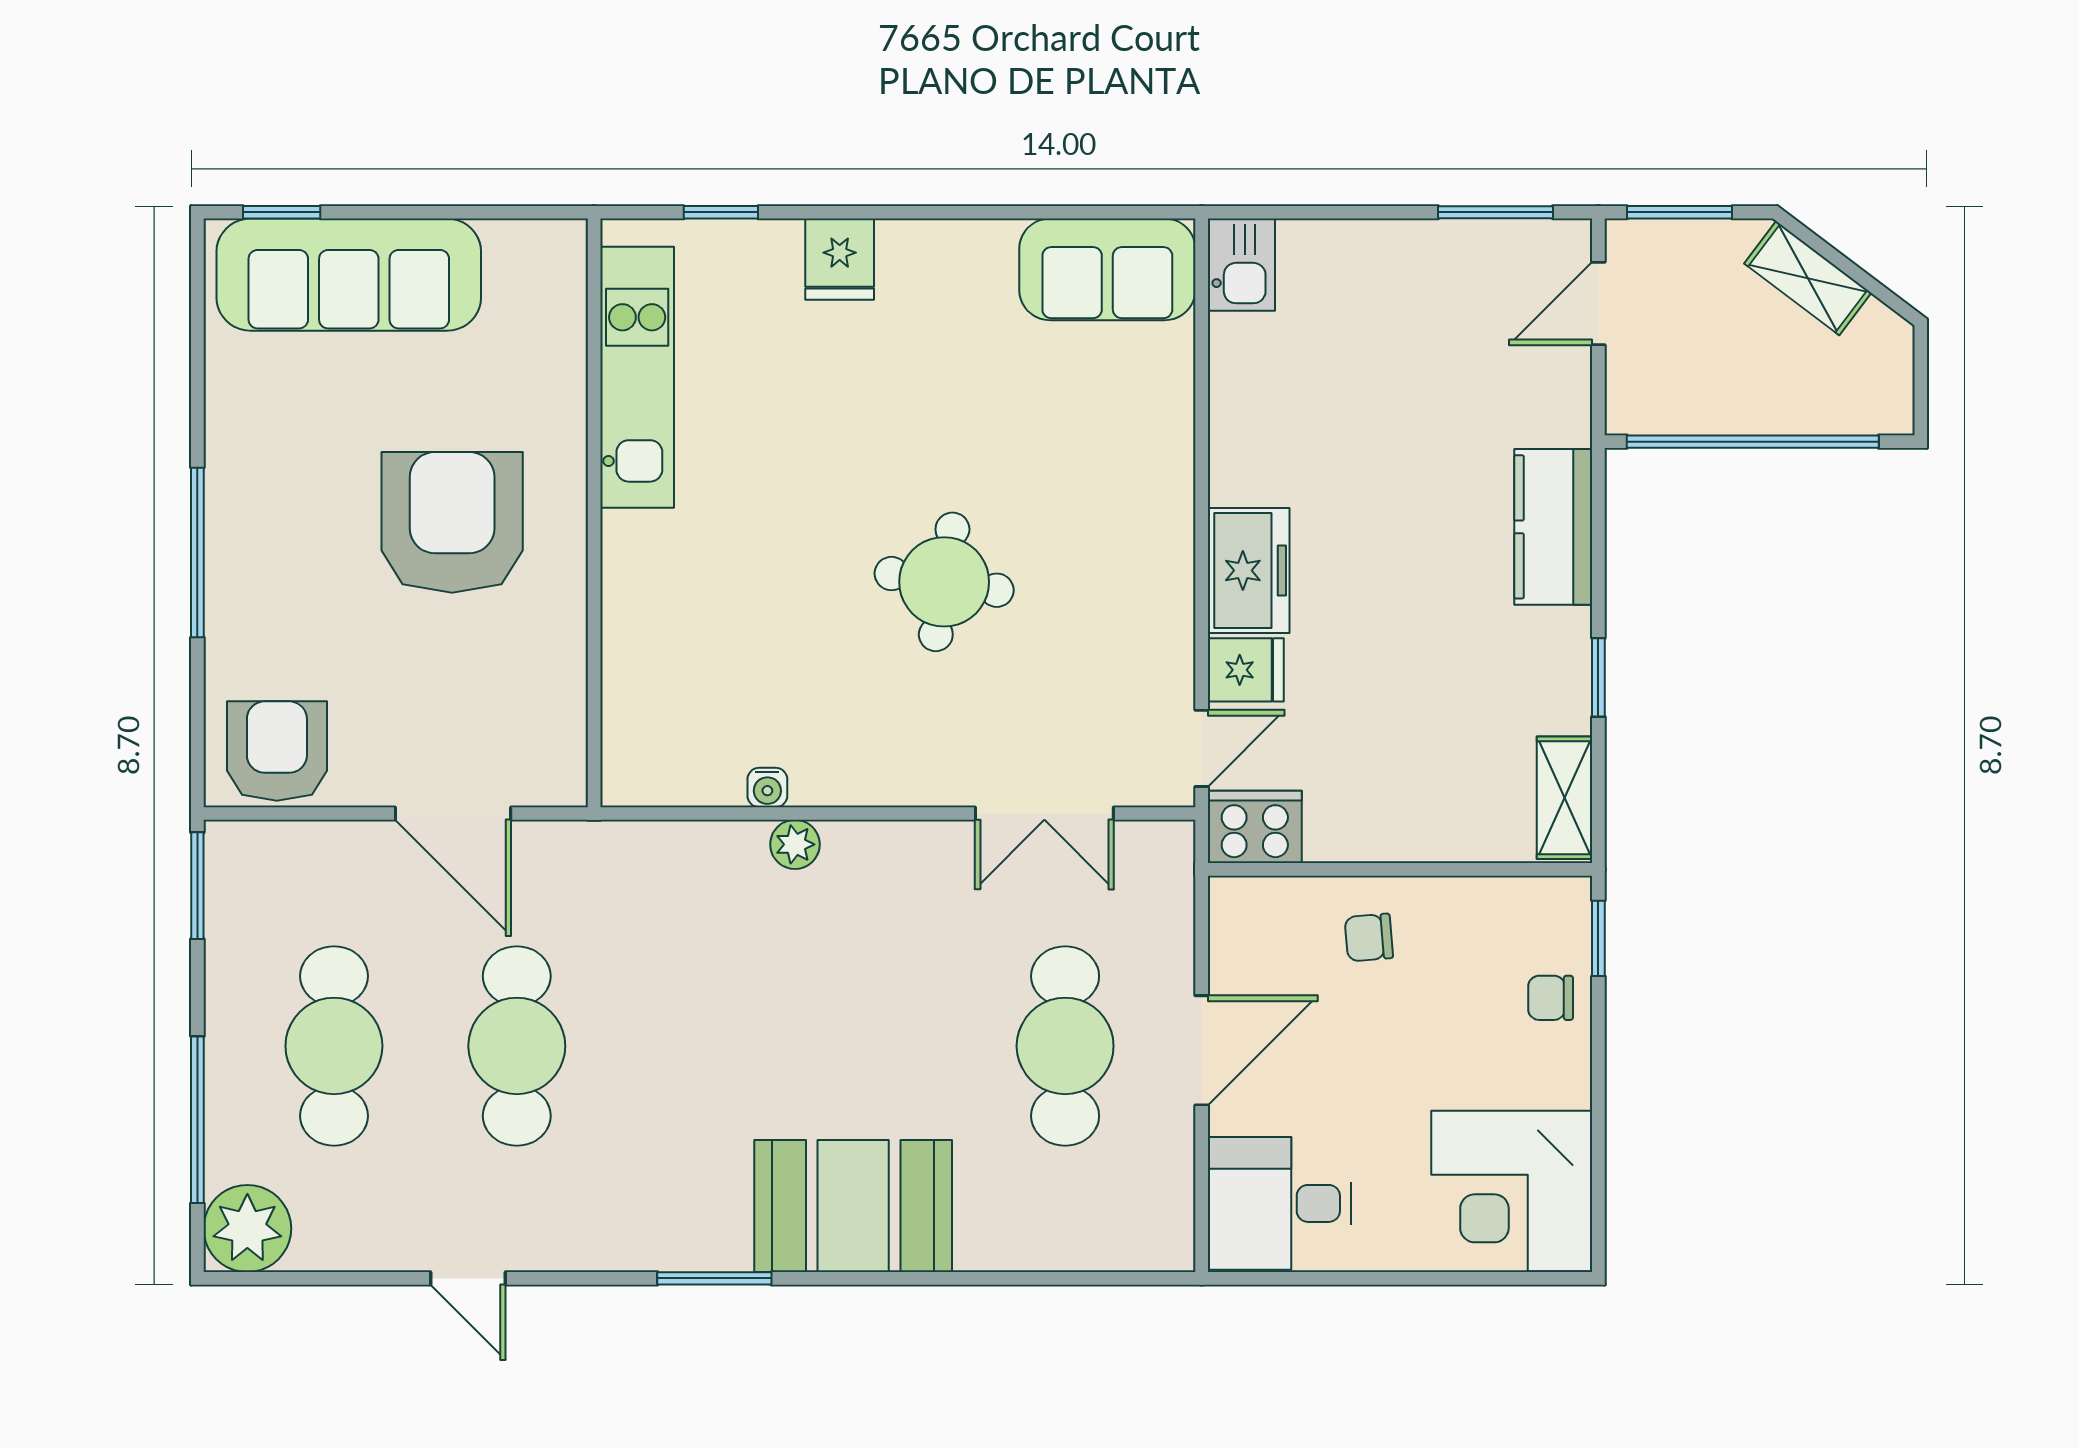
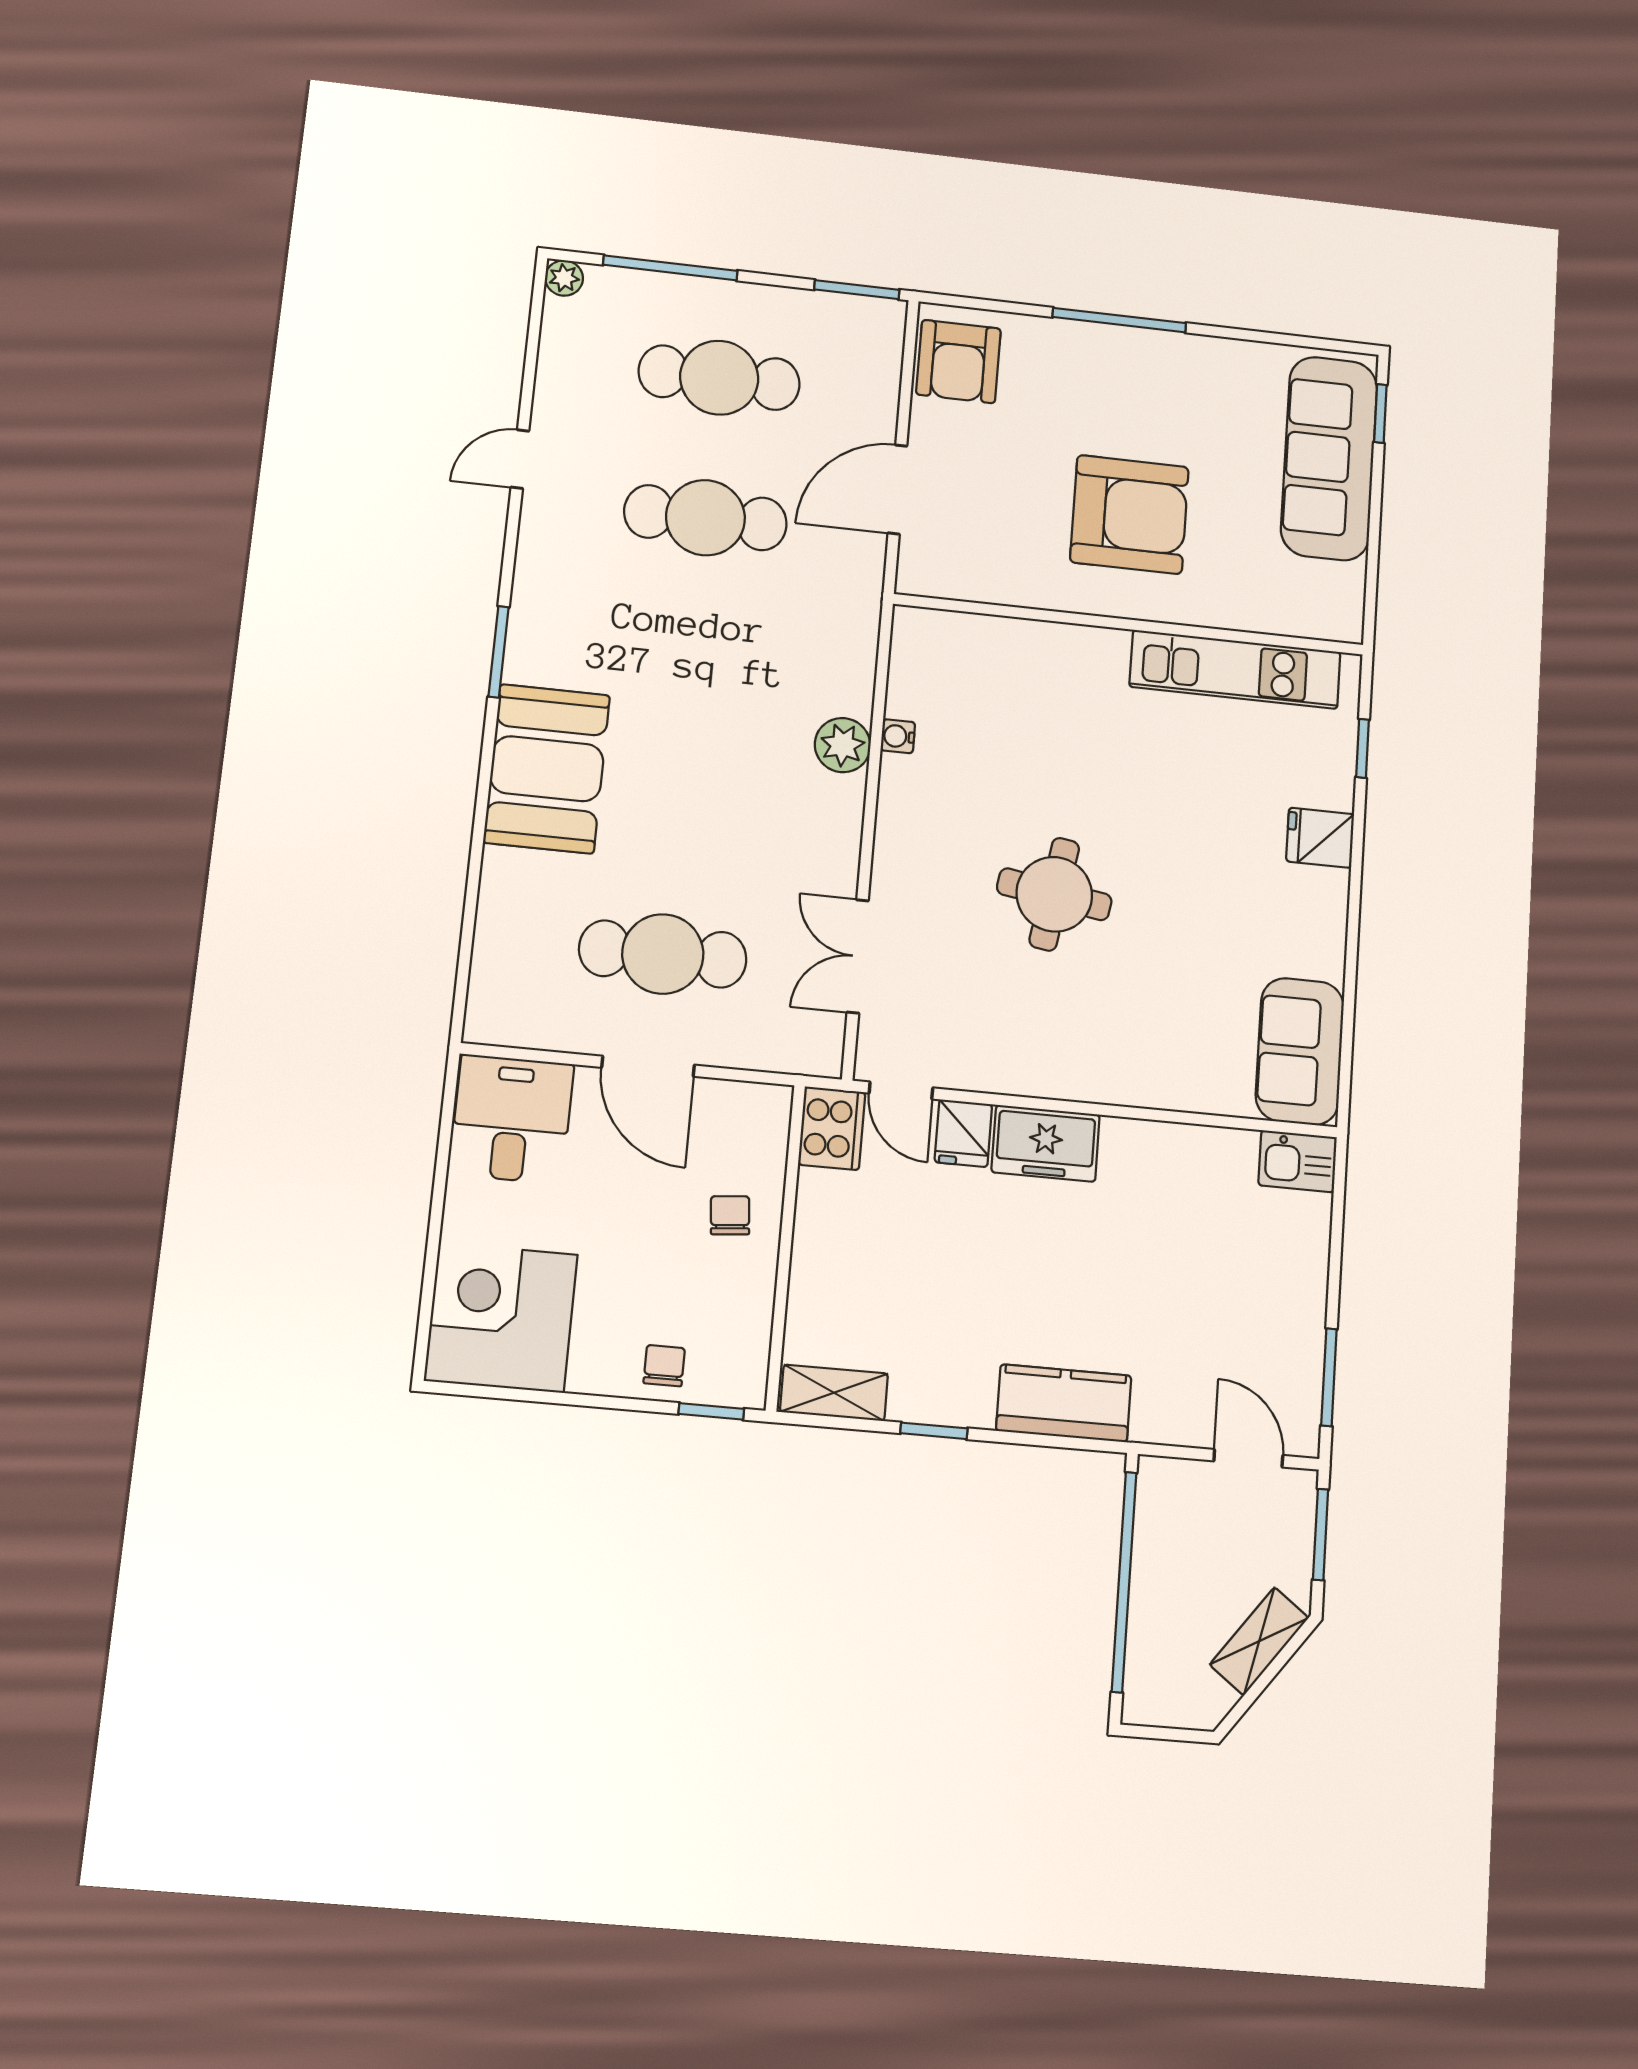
armchair: (277, 751) -> (958, 361), turned 90
plant: (795, 844) -> (843, 745), width x1.38, depth x1.38
plant: (247, 1229) -> (564, 278), width x0.53, depth x0.53

